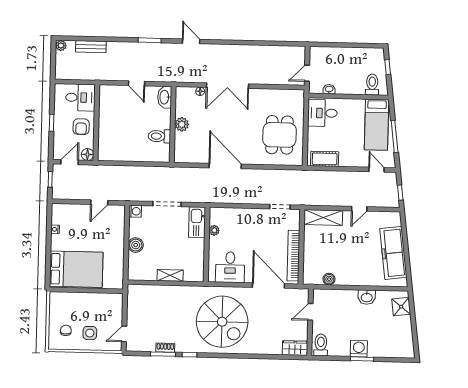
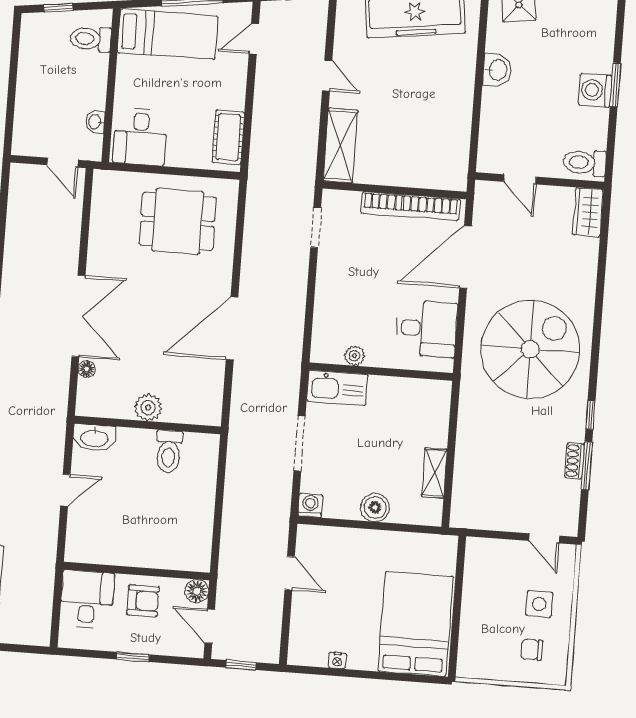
shelving: (170, 275) -> (434, 473), moved
boiler: (329, 279) -> (459, 140), removed

